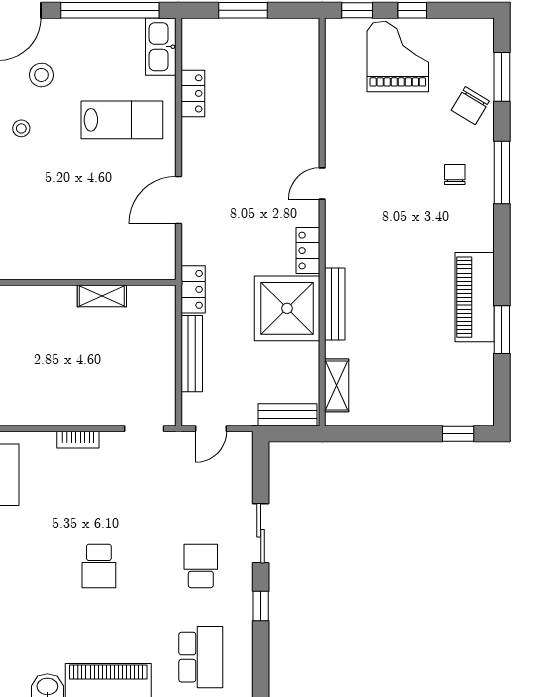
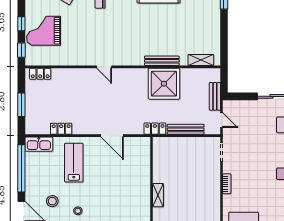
locker: (308, 251) -> (40, 74), moved
shelving: (102, 296) -> (158, 195), moved
bench: (288, 415) -> (215, 96), moved

